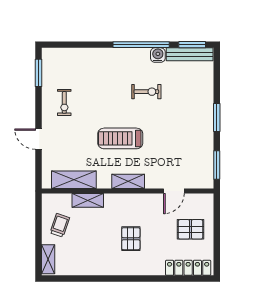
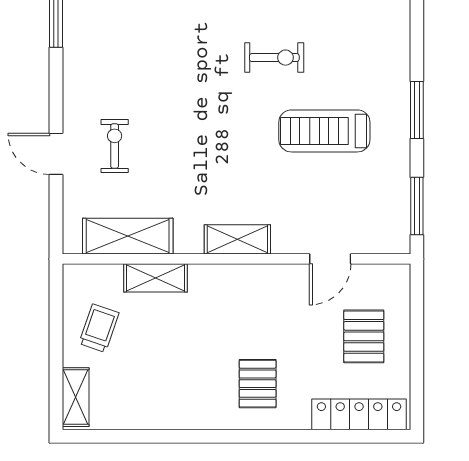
exercise bike: (64, 102) -> (115, 146), moved, turned 180
treadmill: (120, 138) -> (324, 131), moved
pallet: (191, 229) -> (364, 336), turned 90
pallet: (131, 239) -> (258, 384), moved

